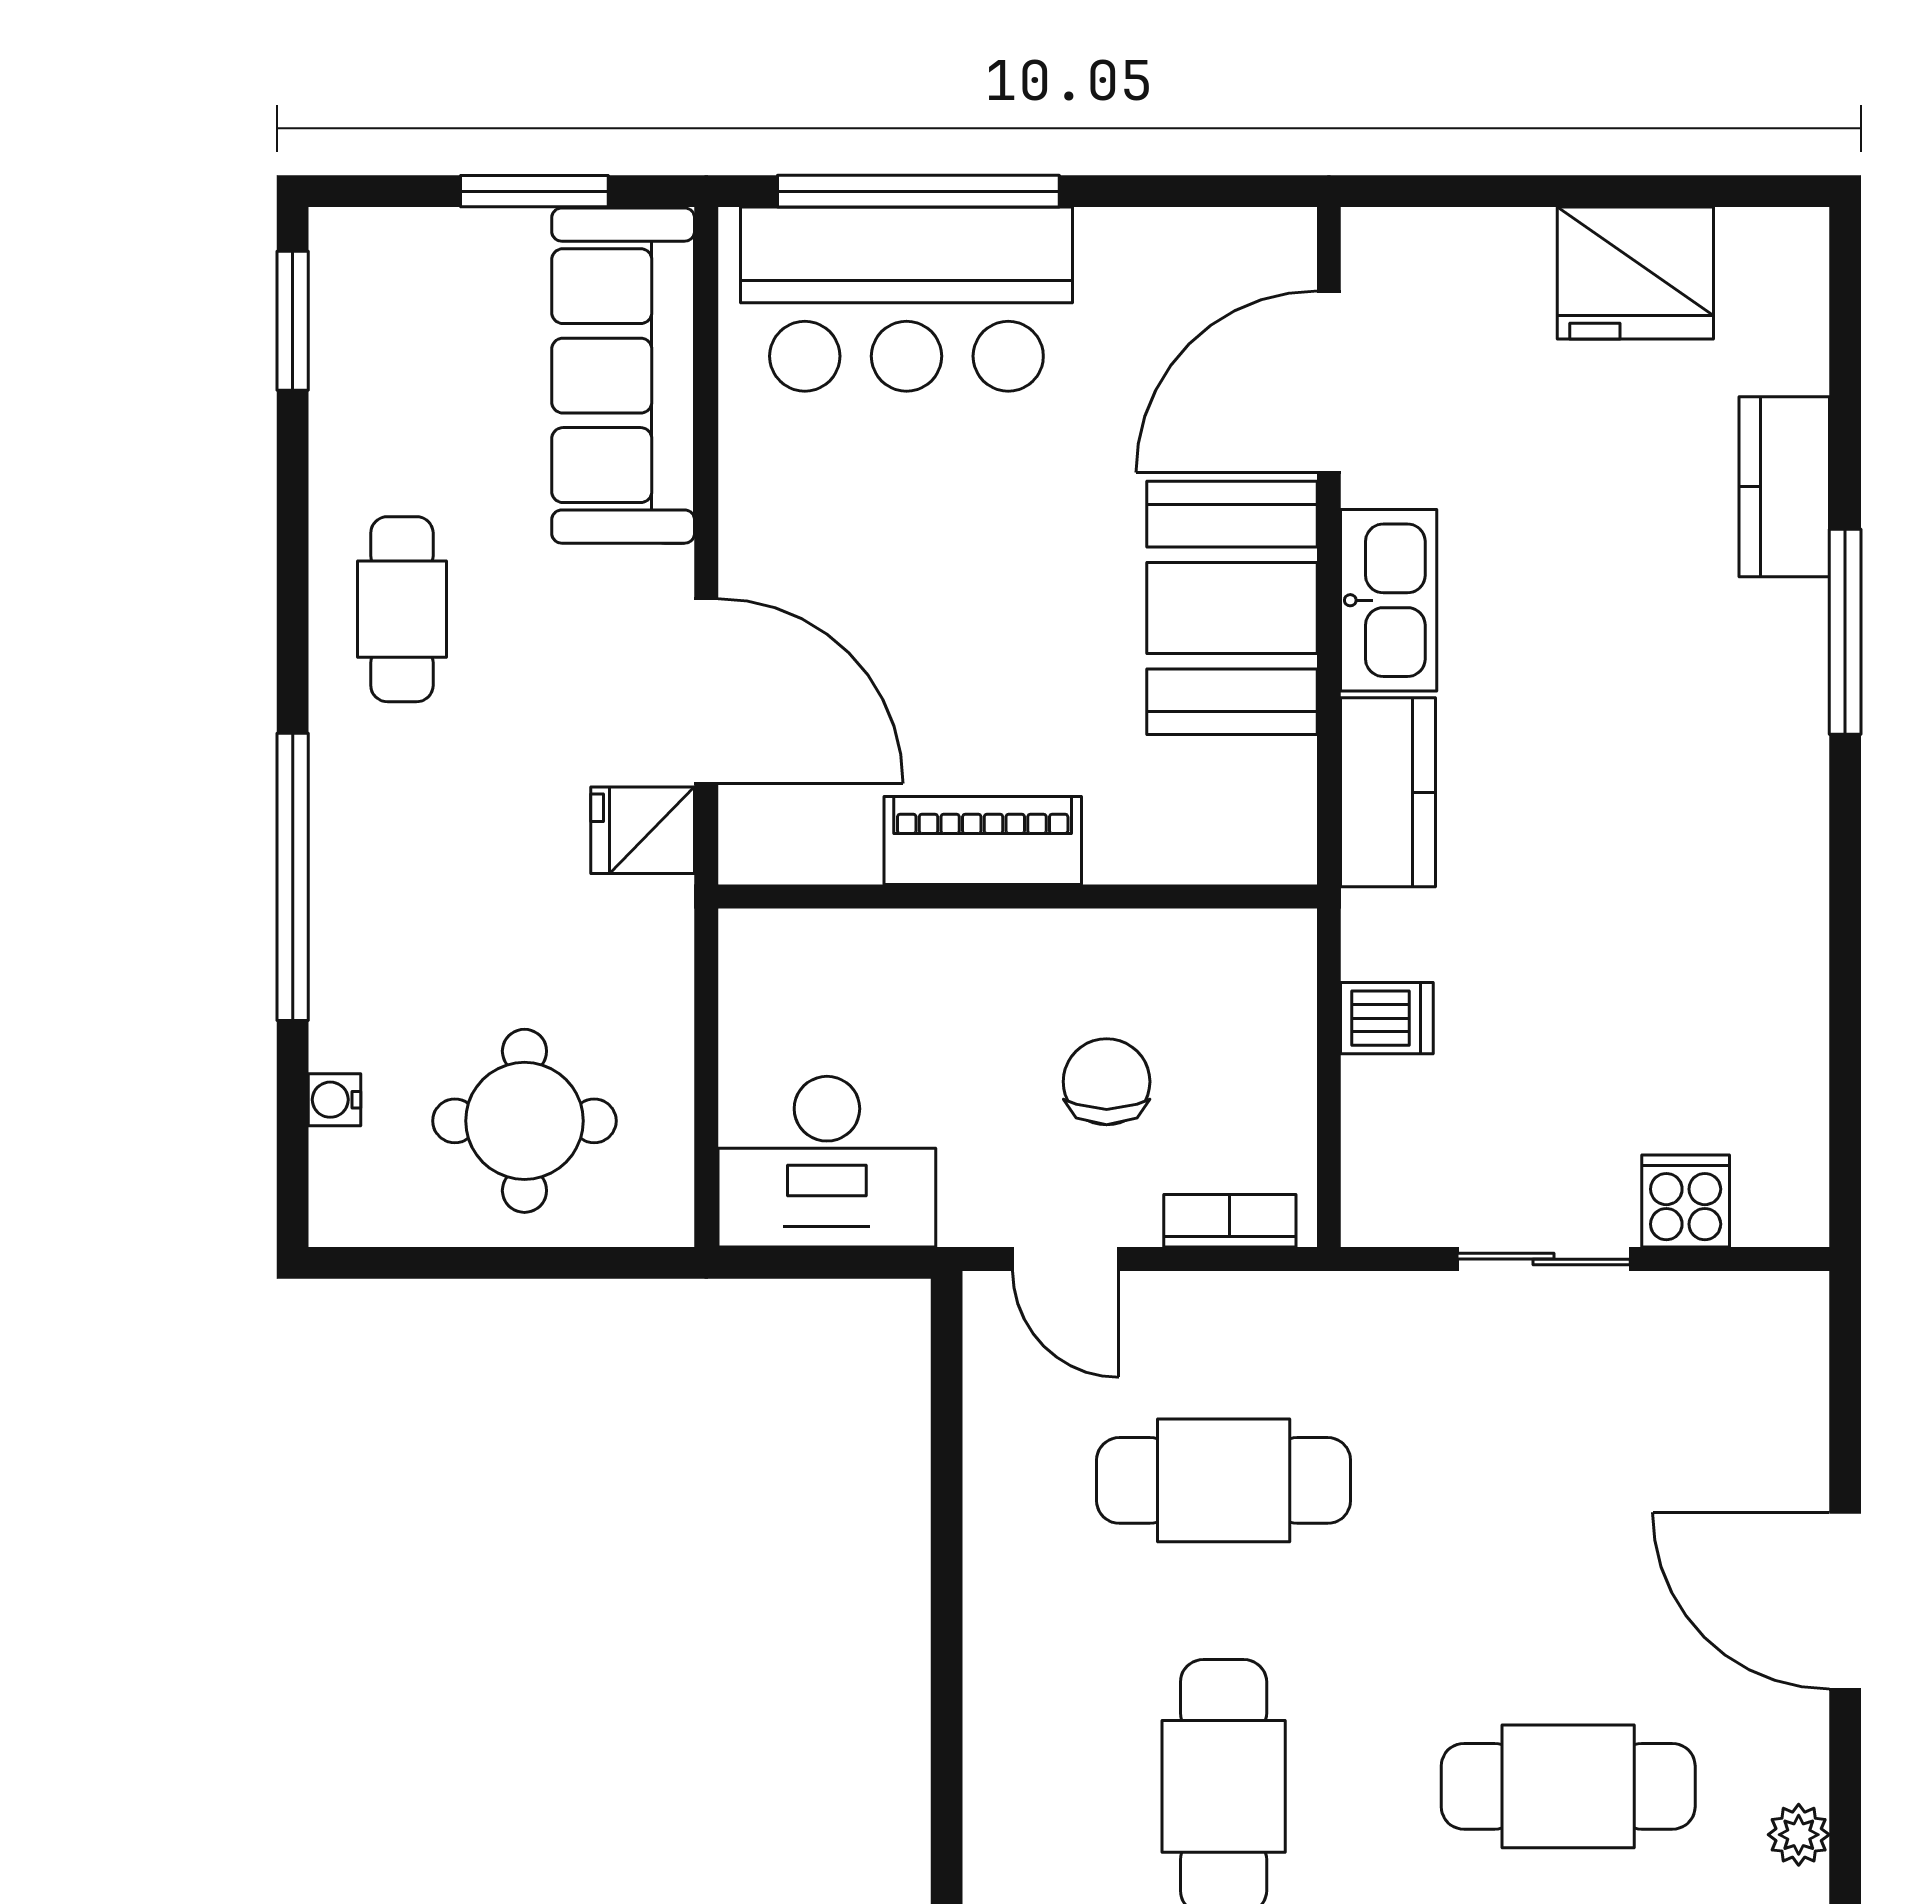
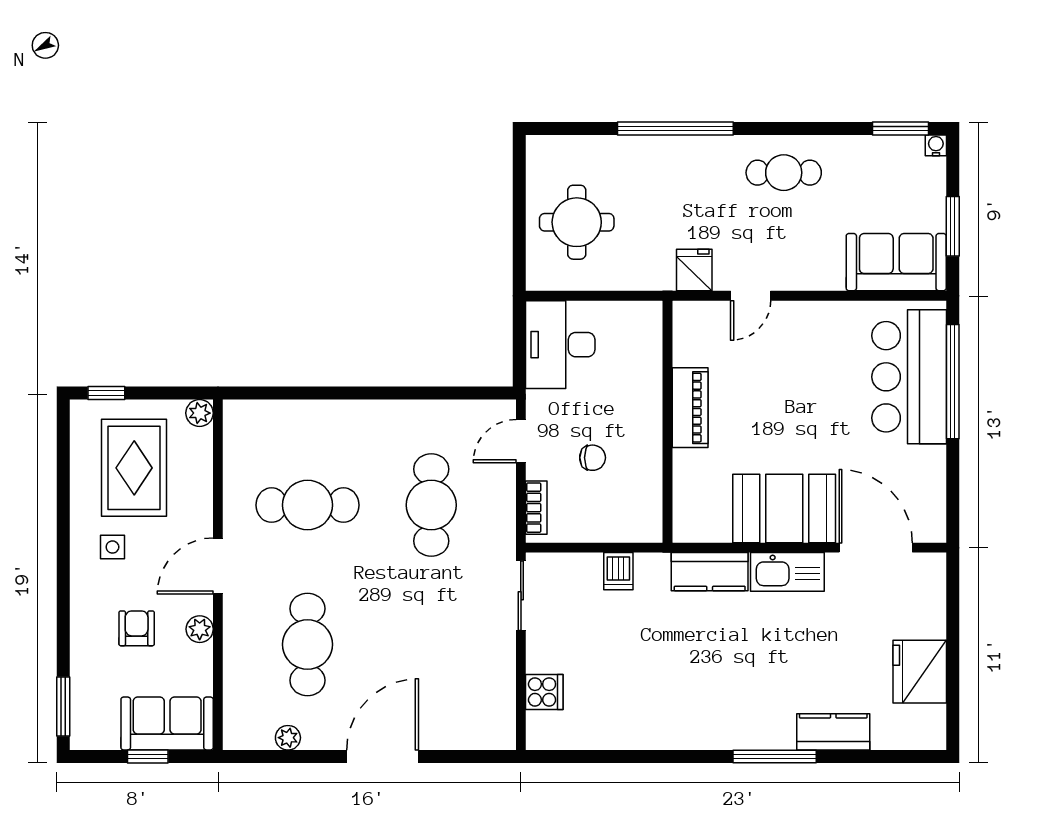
sofa: (623, 376) -> (896, 262), width x0.73
door: (706, 691) -> (751, 296), width x0.53
chair: (1107, 1082) -> (593, 458), width x0.73, depth x0.73
water cooler: (334, 1100) -> (936, 145), moved
sliding door: (1544, 1259) -> (521, 596), moved

